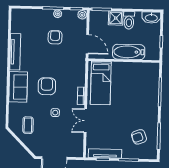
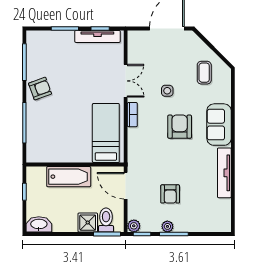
toilet: (129, 20) -> (106, 220), moved
armchair: (47, 86) -> (180, 127), turned 180
armchair: (139, 137) -> (40, 89), moved

